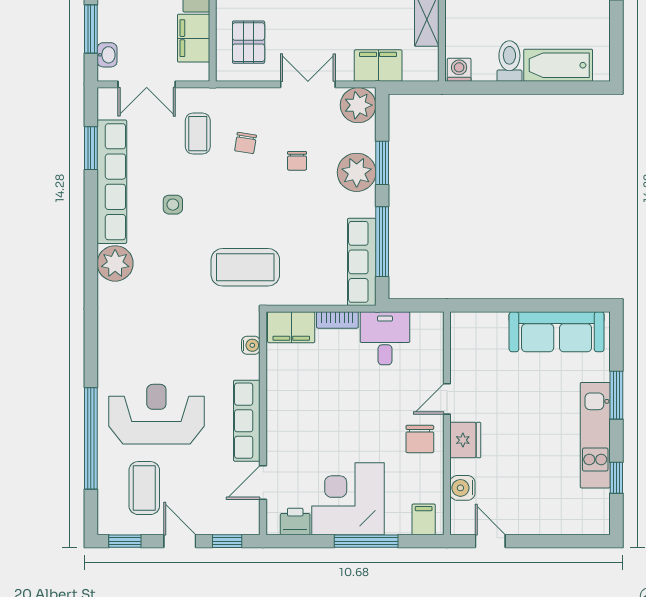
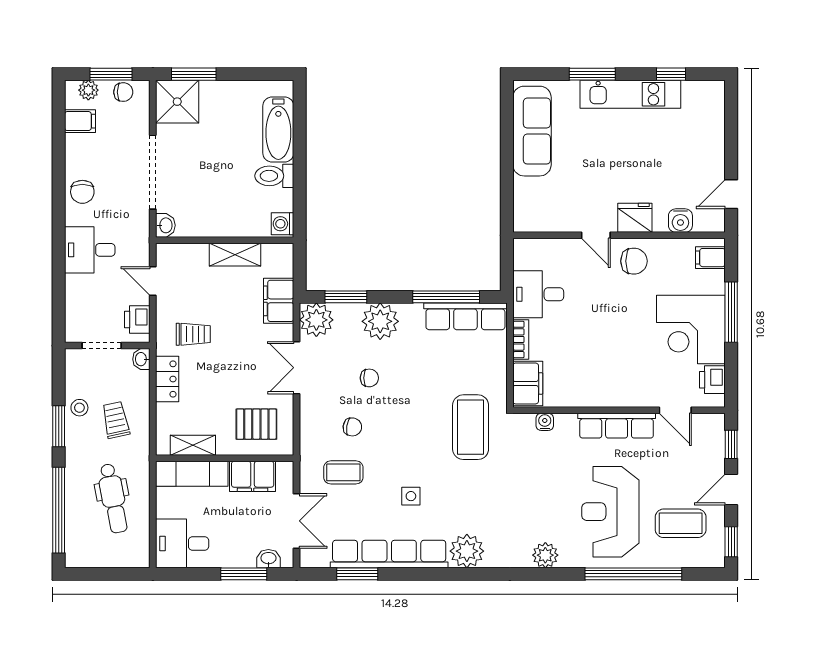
window: (382, 163) -> (346, 297), moved
plant: (111, 346) -> (545, 555), added

